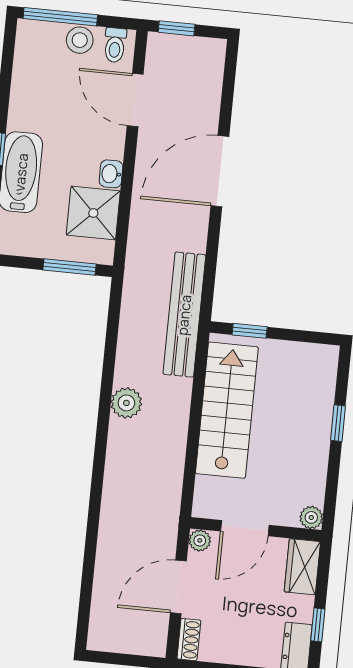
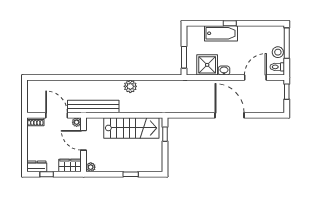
bench: (184, 315) -> (93, 107), moved

